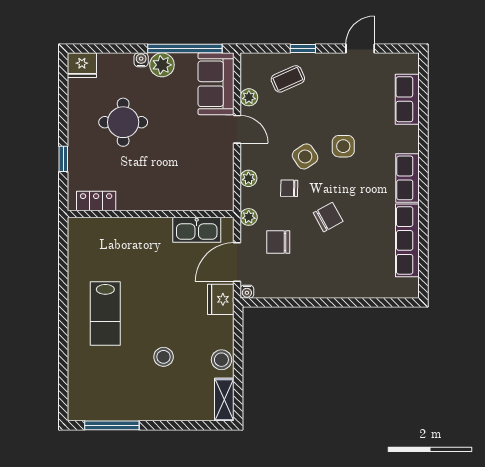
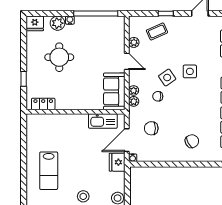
plant: (162, 65) -> (58, 23), moved
sofa: (216, 84) -> (114, 91), moved
plant: (249, 217) -> (134, 101), moved
chair: (328, 217) -> (192, 141), moved

